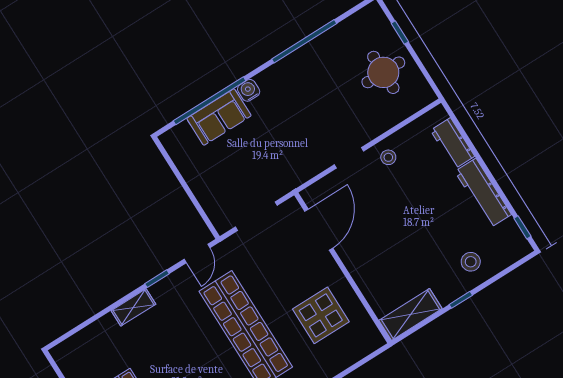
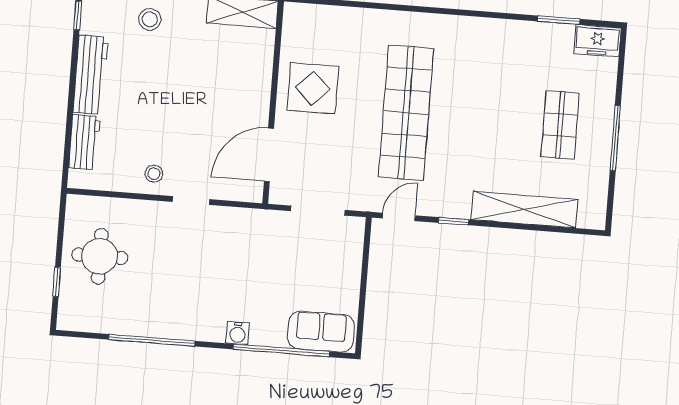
sofa: (219, 117) -> (321, 332), moved
shelving: (133, 307) -> (524, 210), width x2.20, depth x1.33
display table: (321, 315) -> (313, 88), moved

